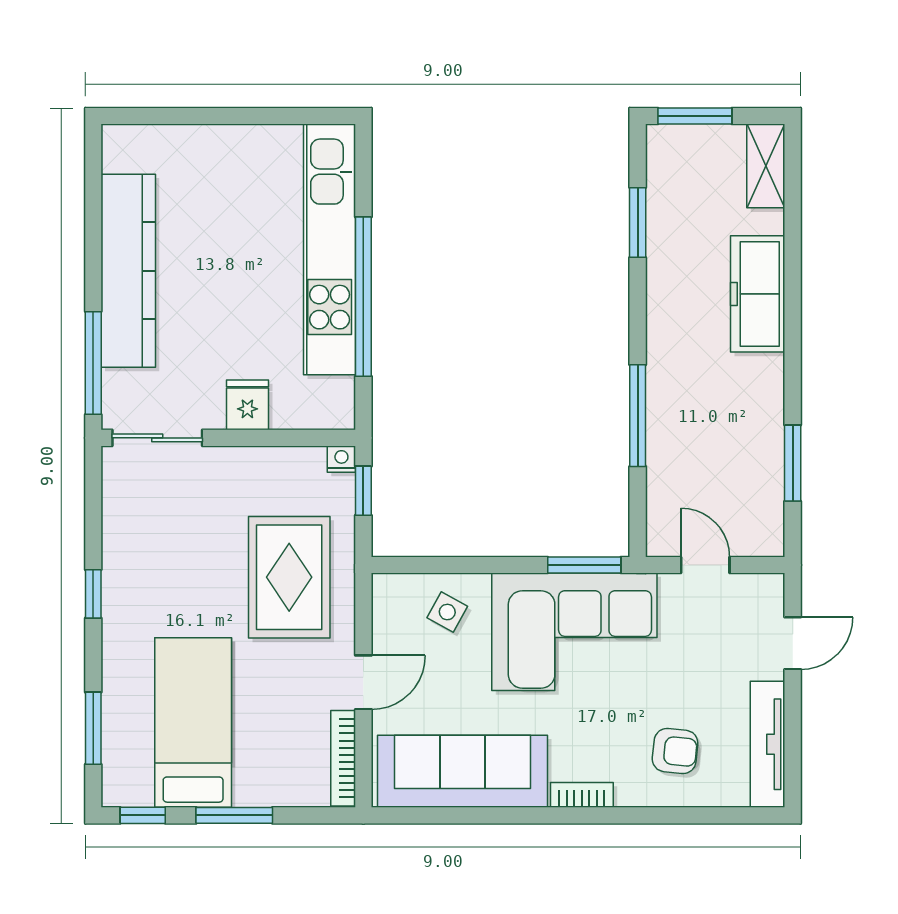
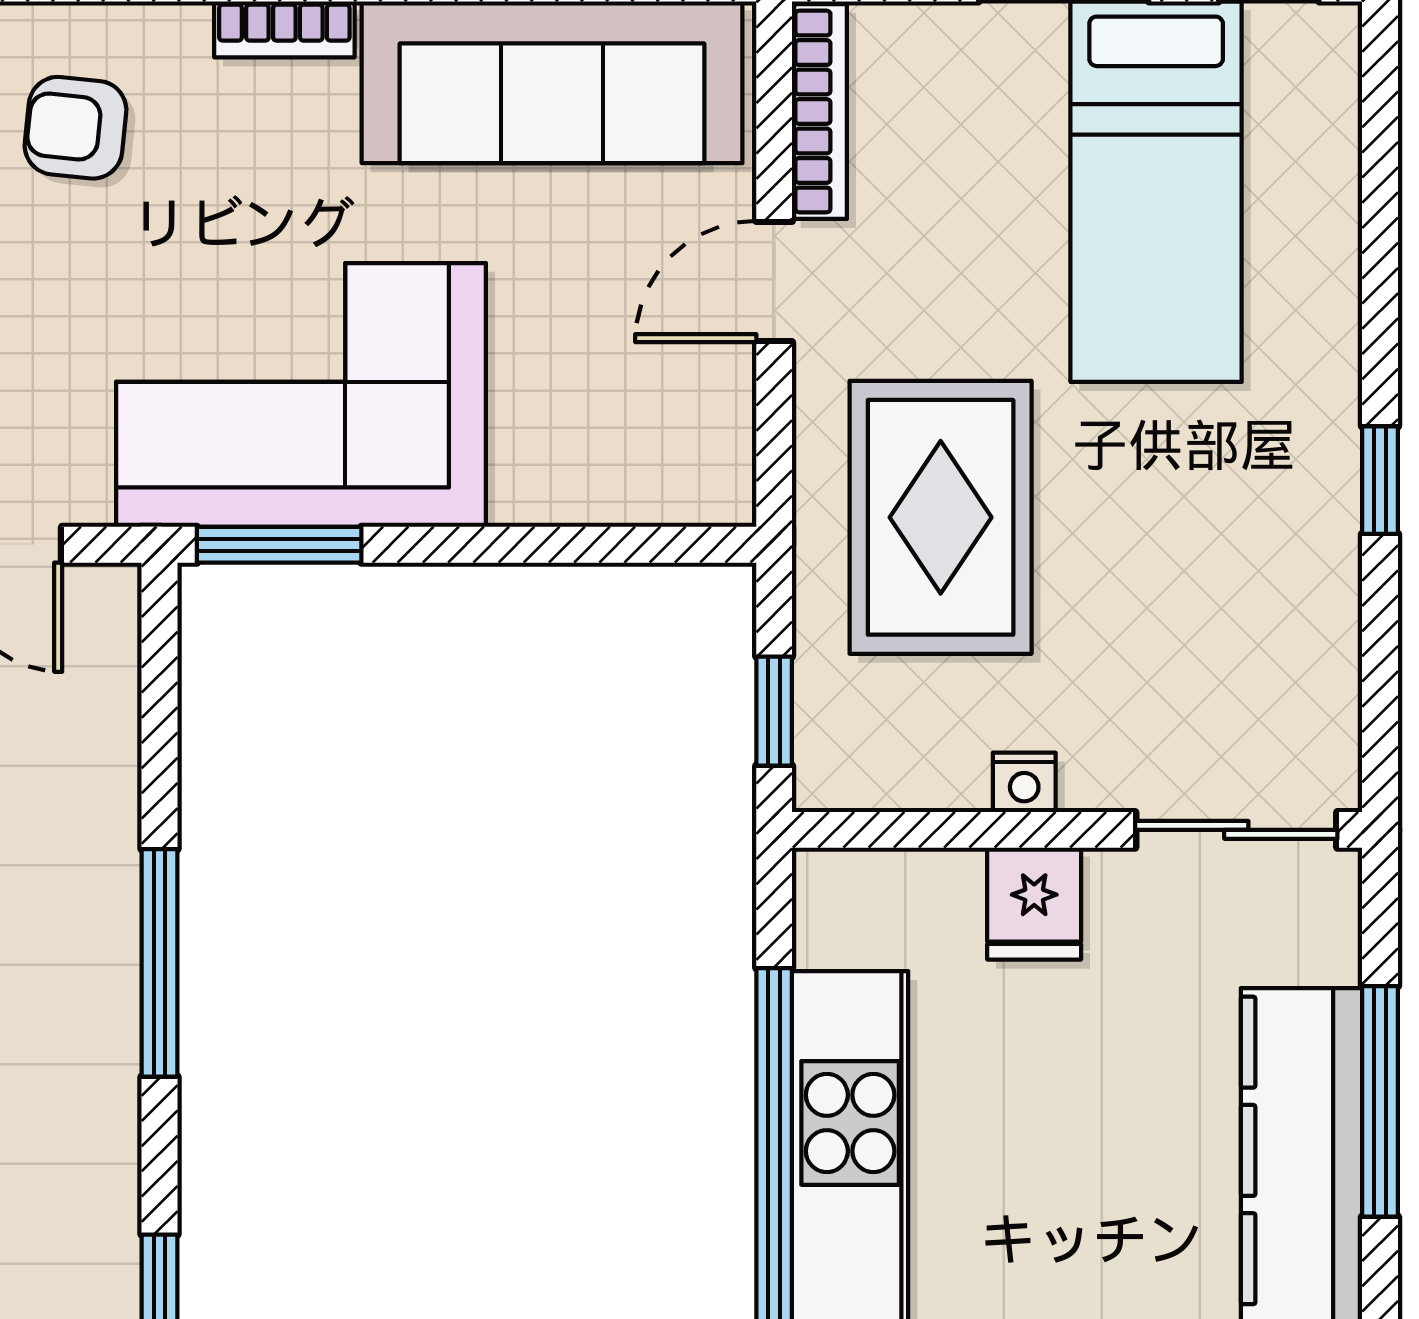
window: (93, 363) -> (1380, 1101), moved
window: (638, 416) -> (159, 963), moved
nightstand: (341, 459) -> (1024, 782), moved
side table: (447, 612) -> (586, 439), removed
window: (93, 728) -> (1380, 179), removed

